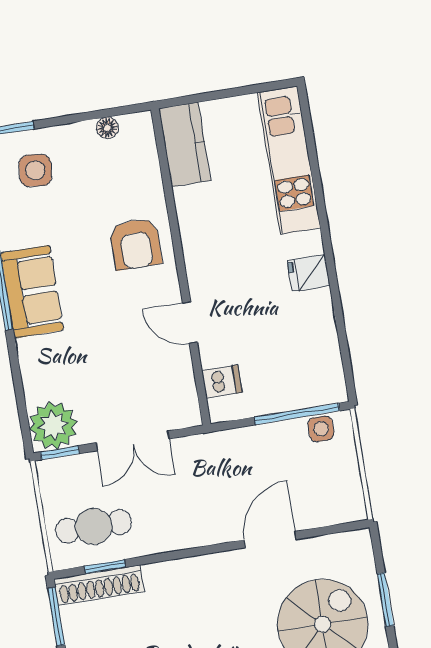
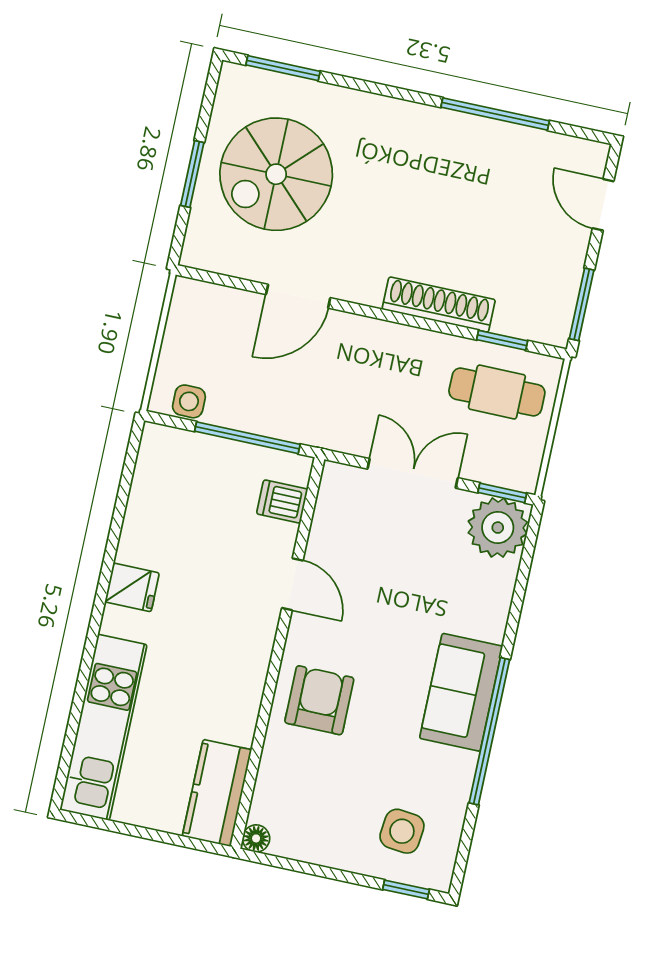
floor lamp: (107, 128) -> (256, 838), moved
window: (297, 414) -> (247, 438), moved
shoe rack: (99, 585) -> (439, 305), moved

